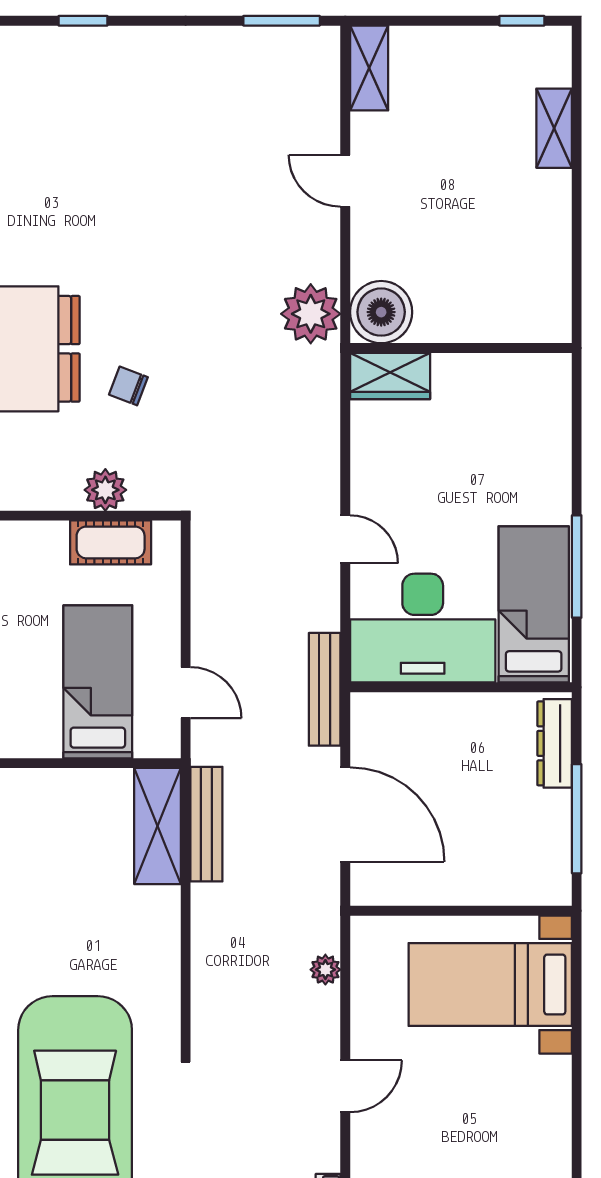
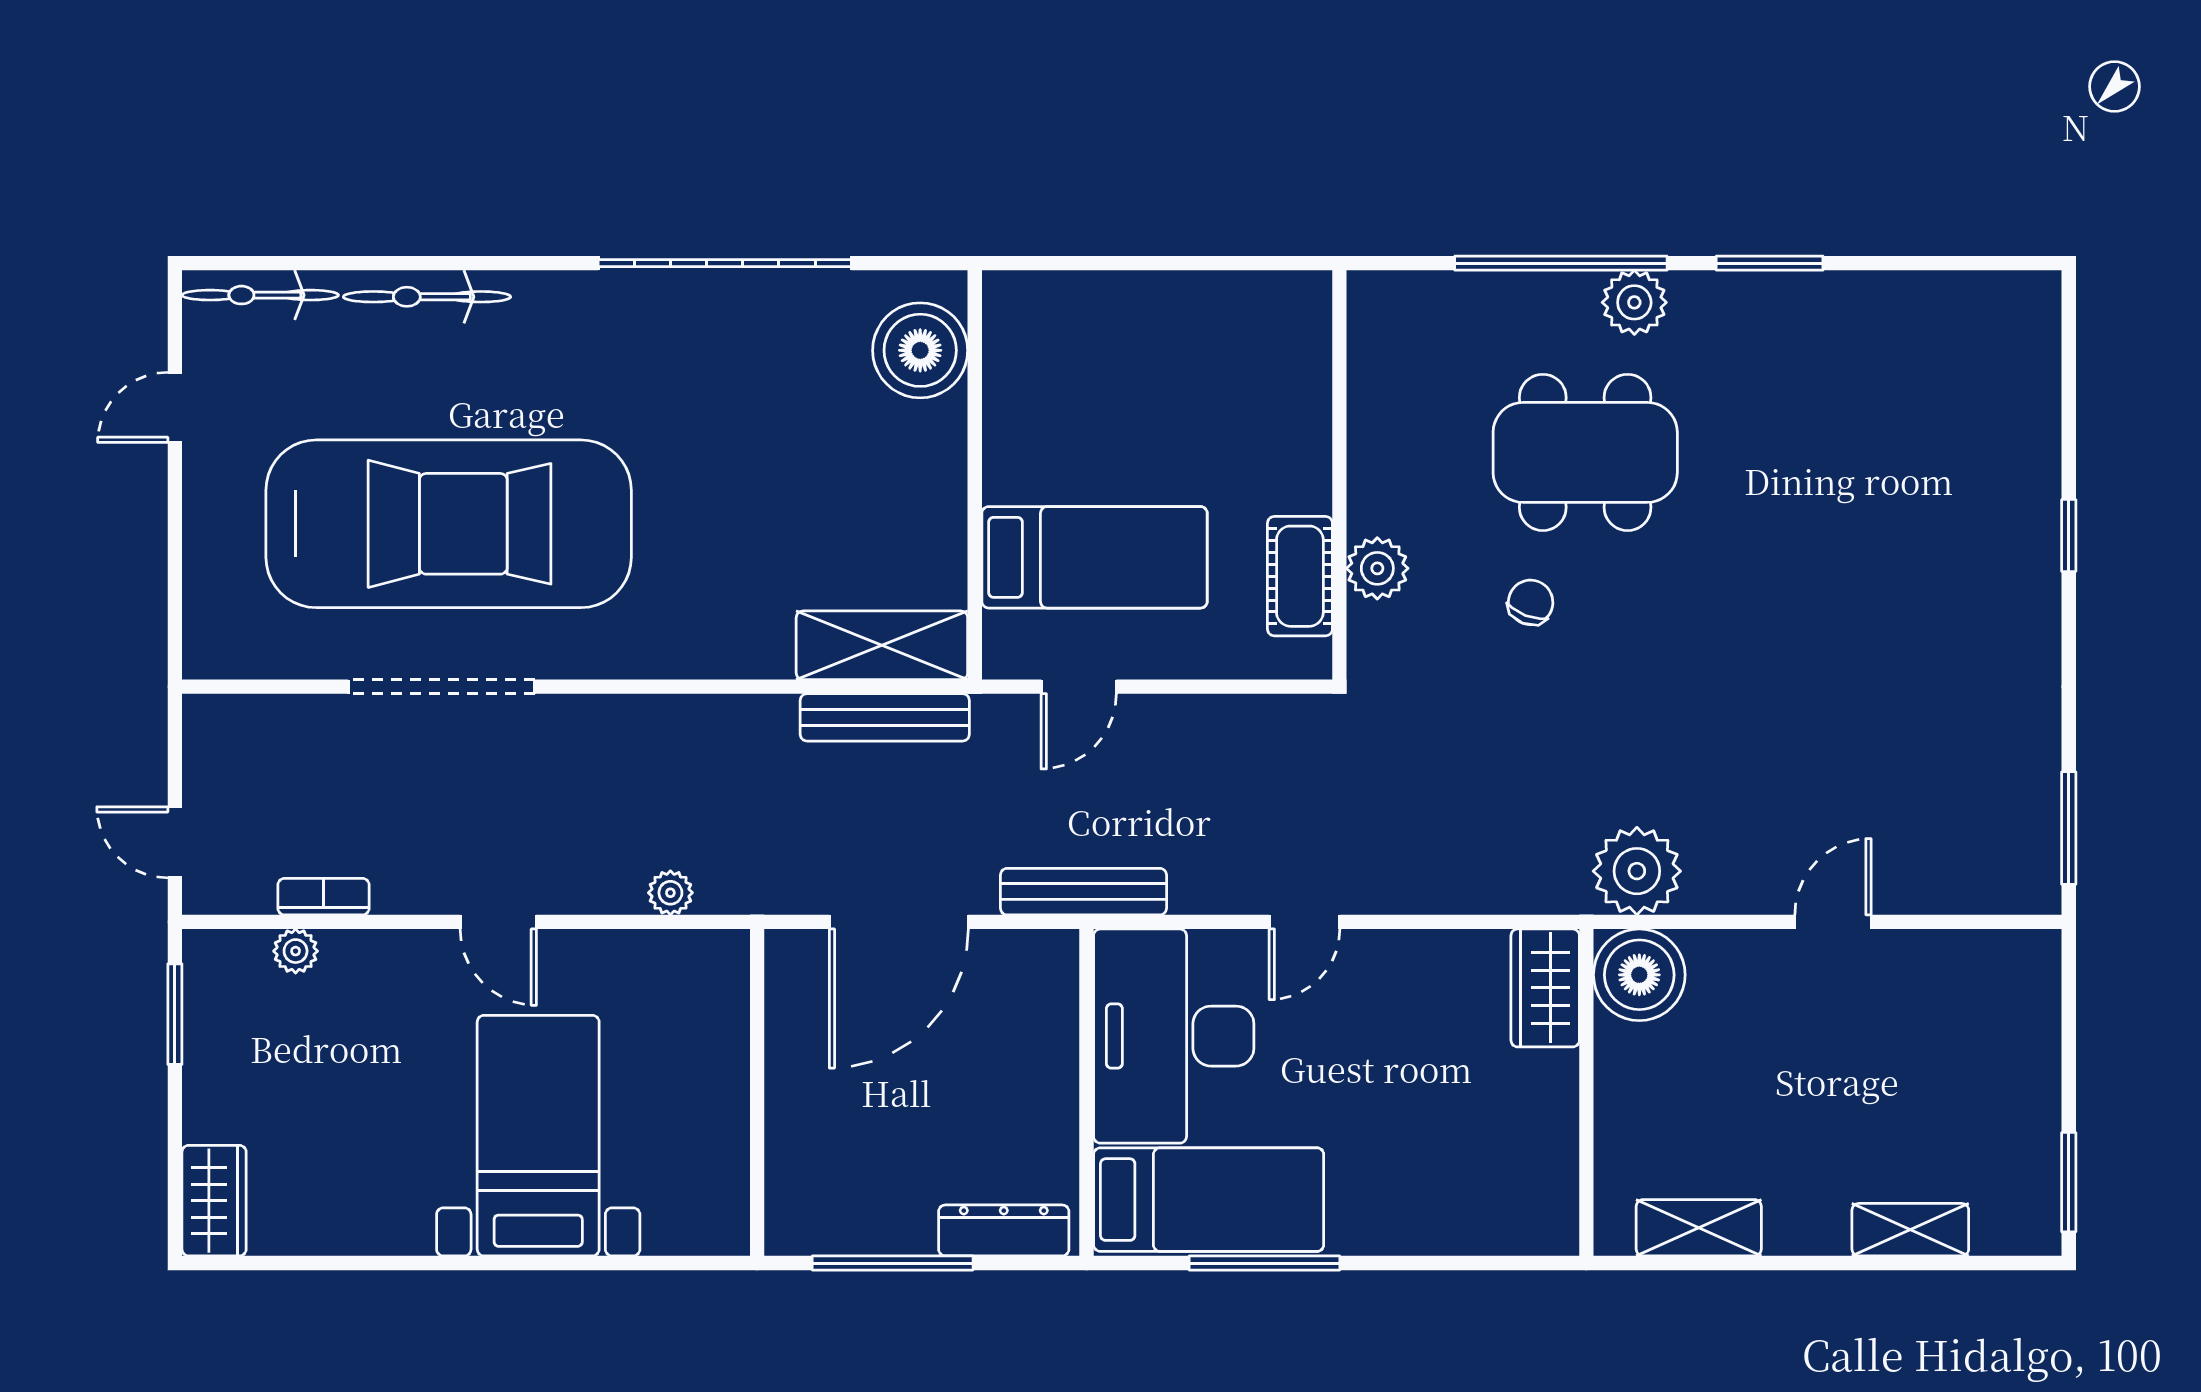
window: (522, 21) -> (2069, 1182), width x1.50
shelving: (369, 68) -> (1699, 1228), moved
bed with nightstands: (490, 985) -> (538, 1136), moved

